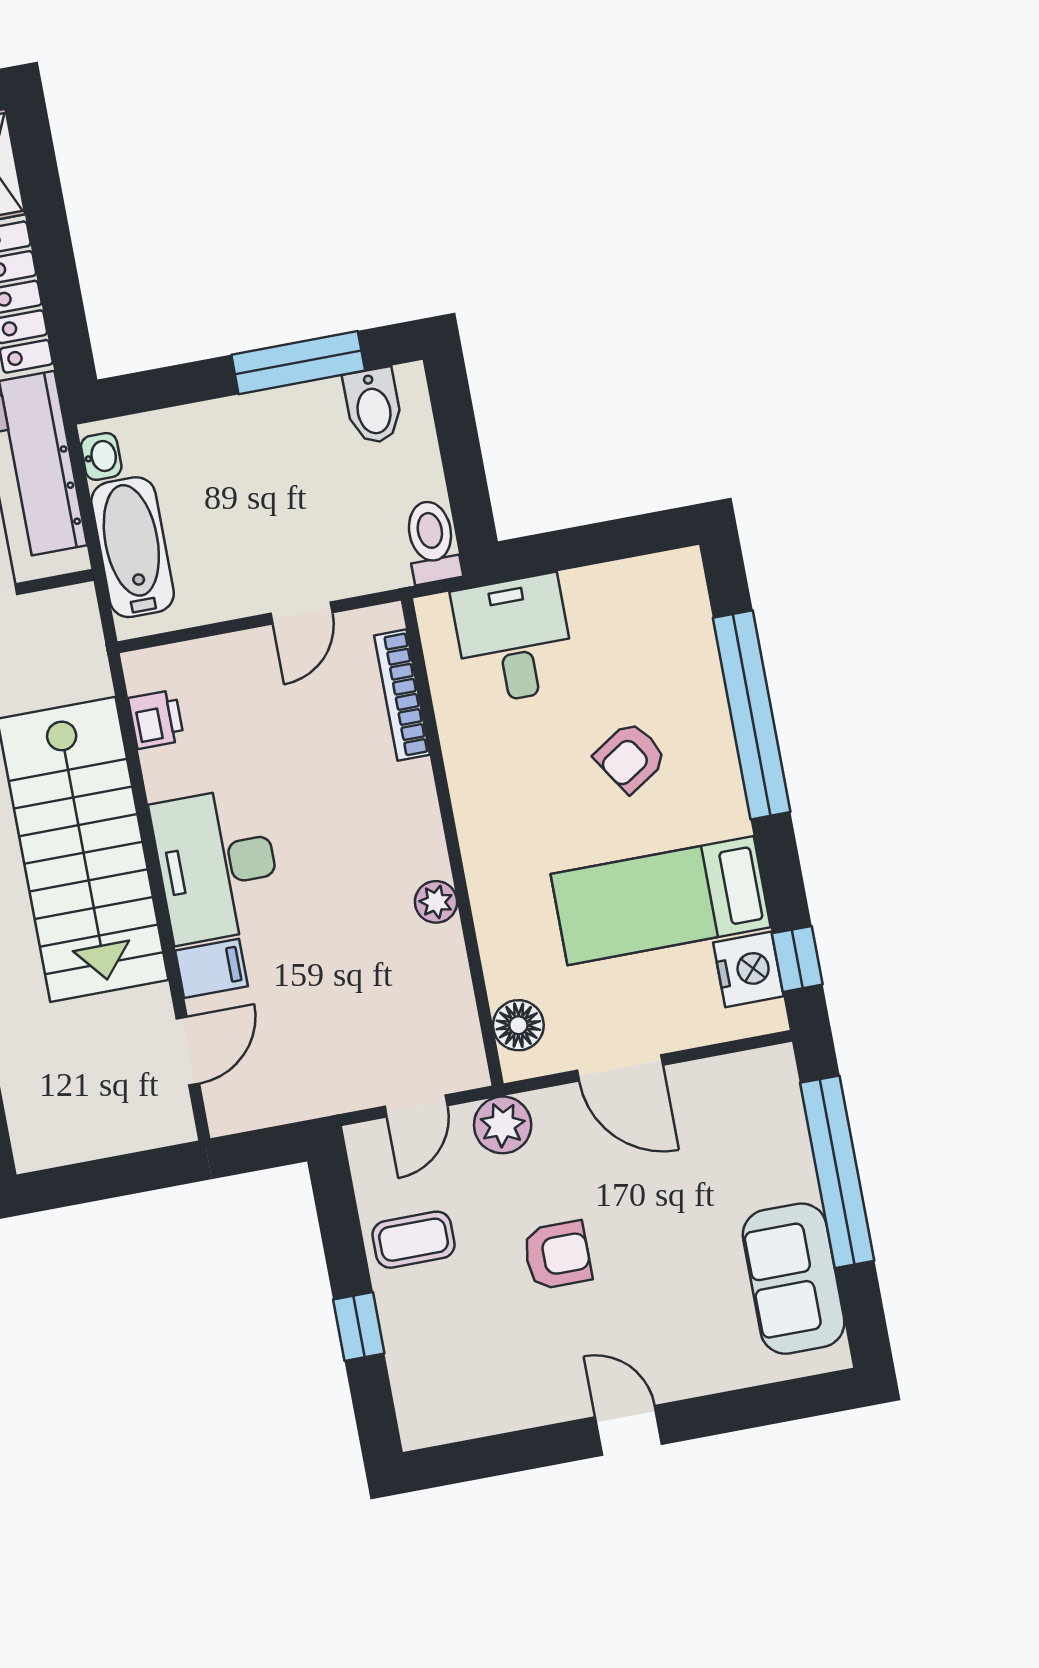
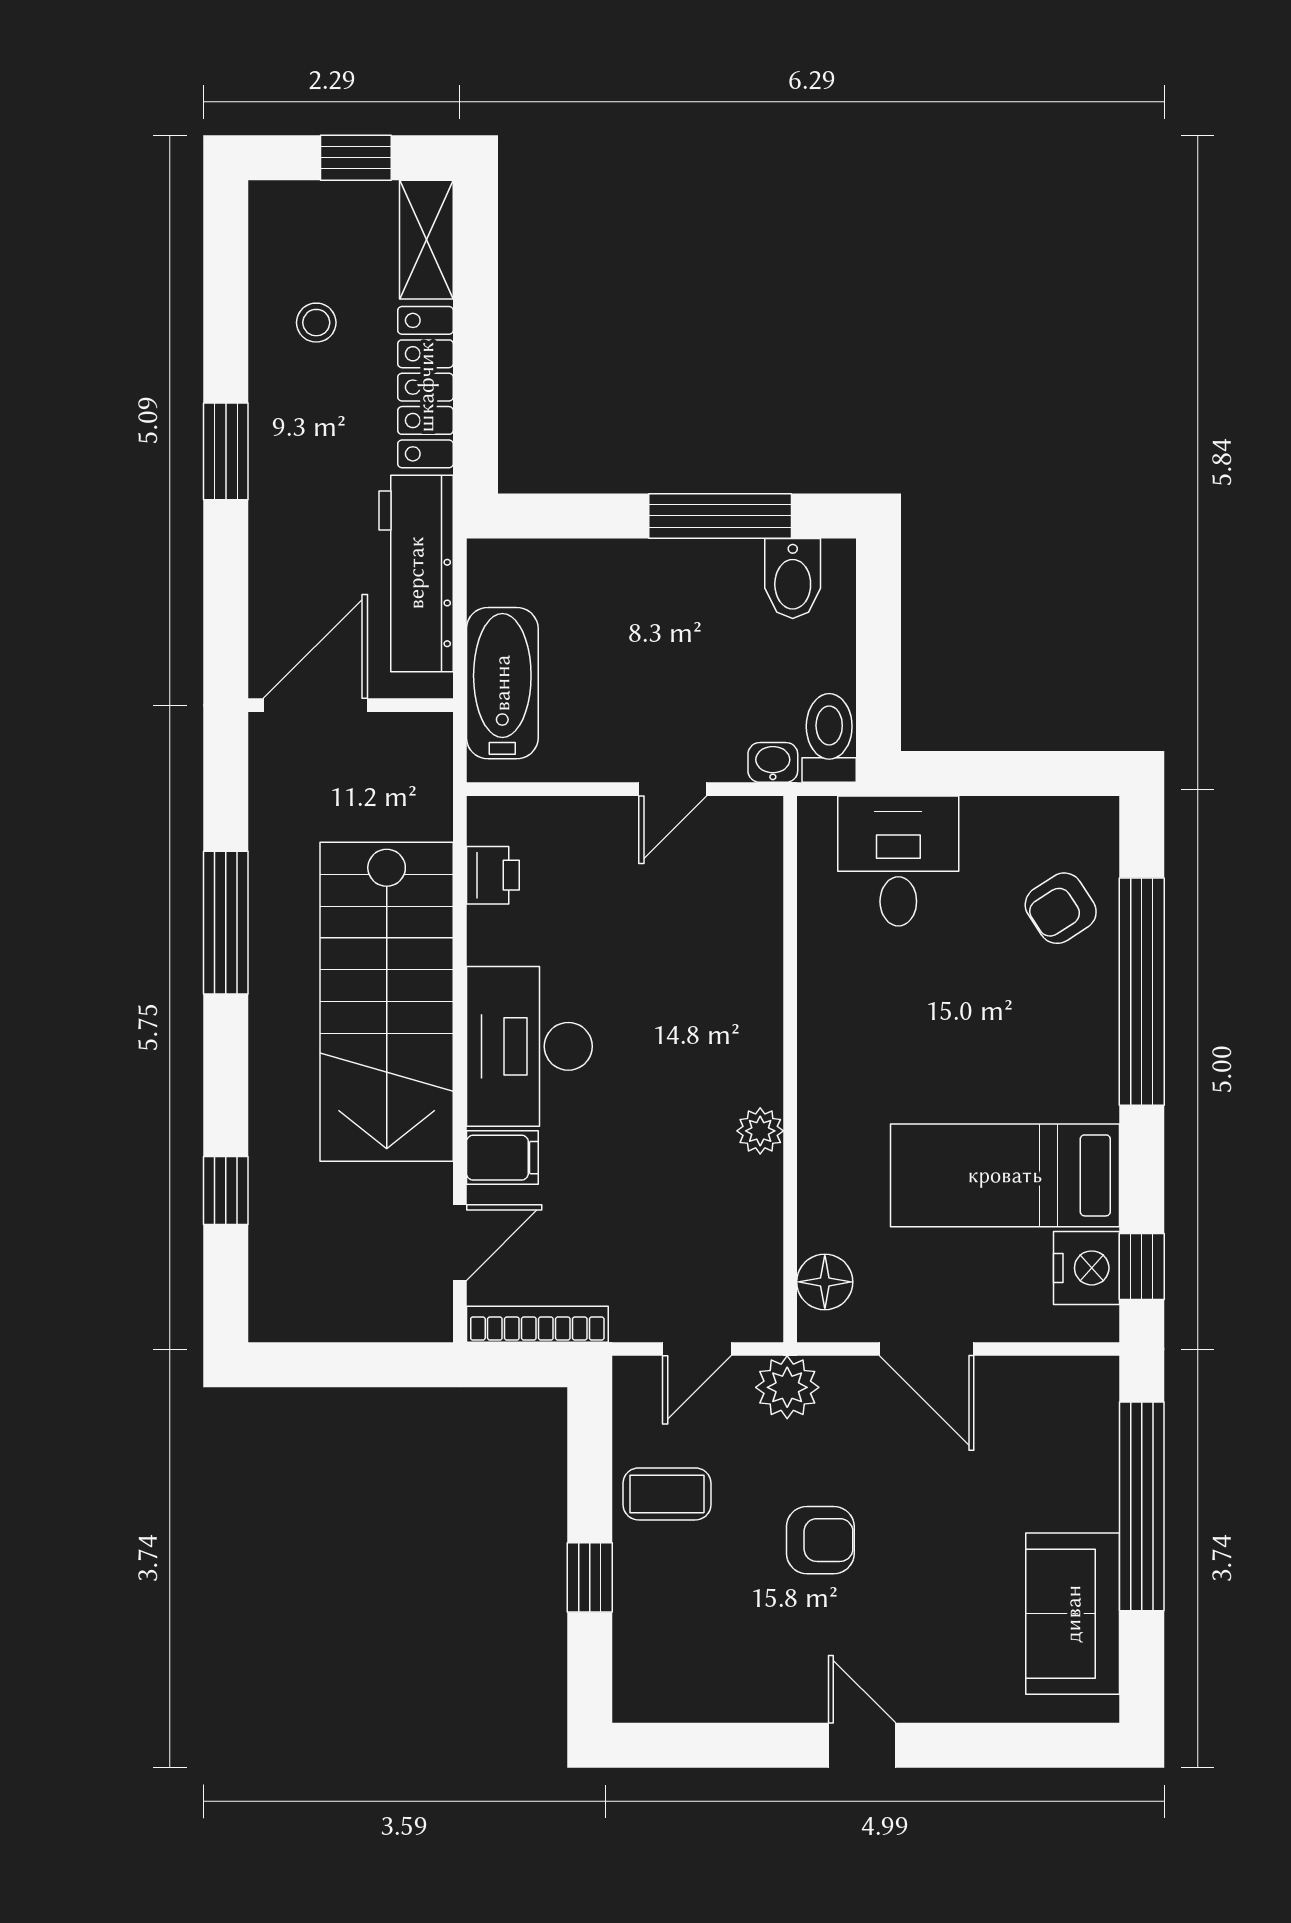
washbasin: (101, 456) -> (773, 762), moved, turned -90
bookcase: (402, 695) -> (537, 1324), moved, turned 90
armchair: (630, 757) -> (1061, 908), moved

